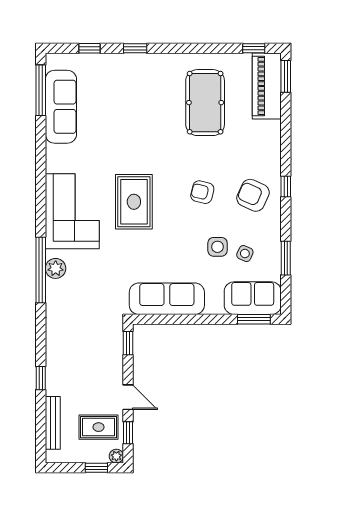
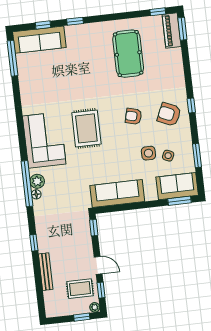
piano: (267, 86) -> (172, 30), width x0.73, depth x0.75
sofa: (61, 107) -> (39, 40), moved, turned 90
floor lamp: (52, 287) -> (36, 194), added
window: (41, 378) -> (34, 243), moved
bench: (53, 423) -> (46, 272), moved

